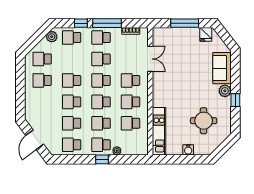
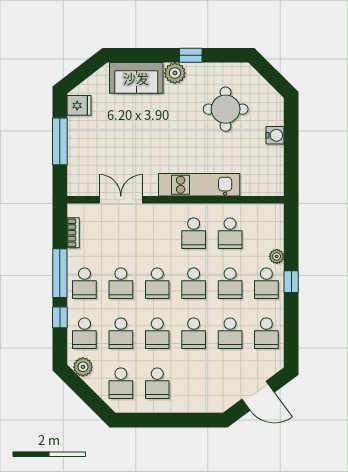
school desk: (131, 80) -> (121, 333), moved
kitchen unit: (159, 131) -> (199, 185), moved

